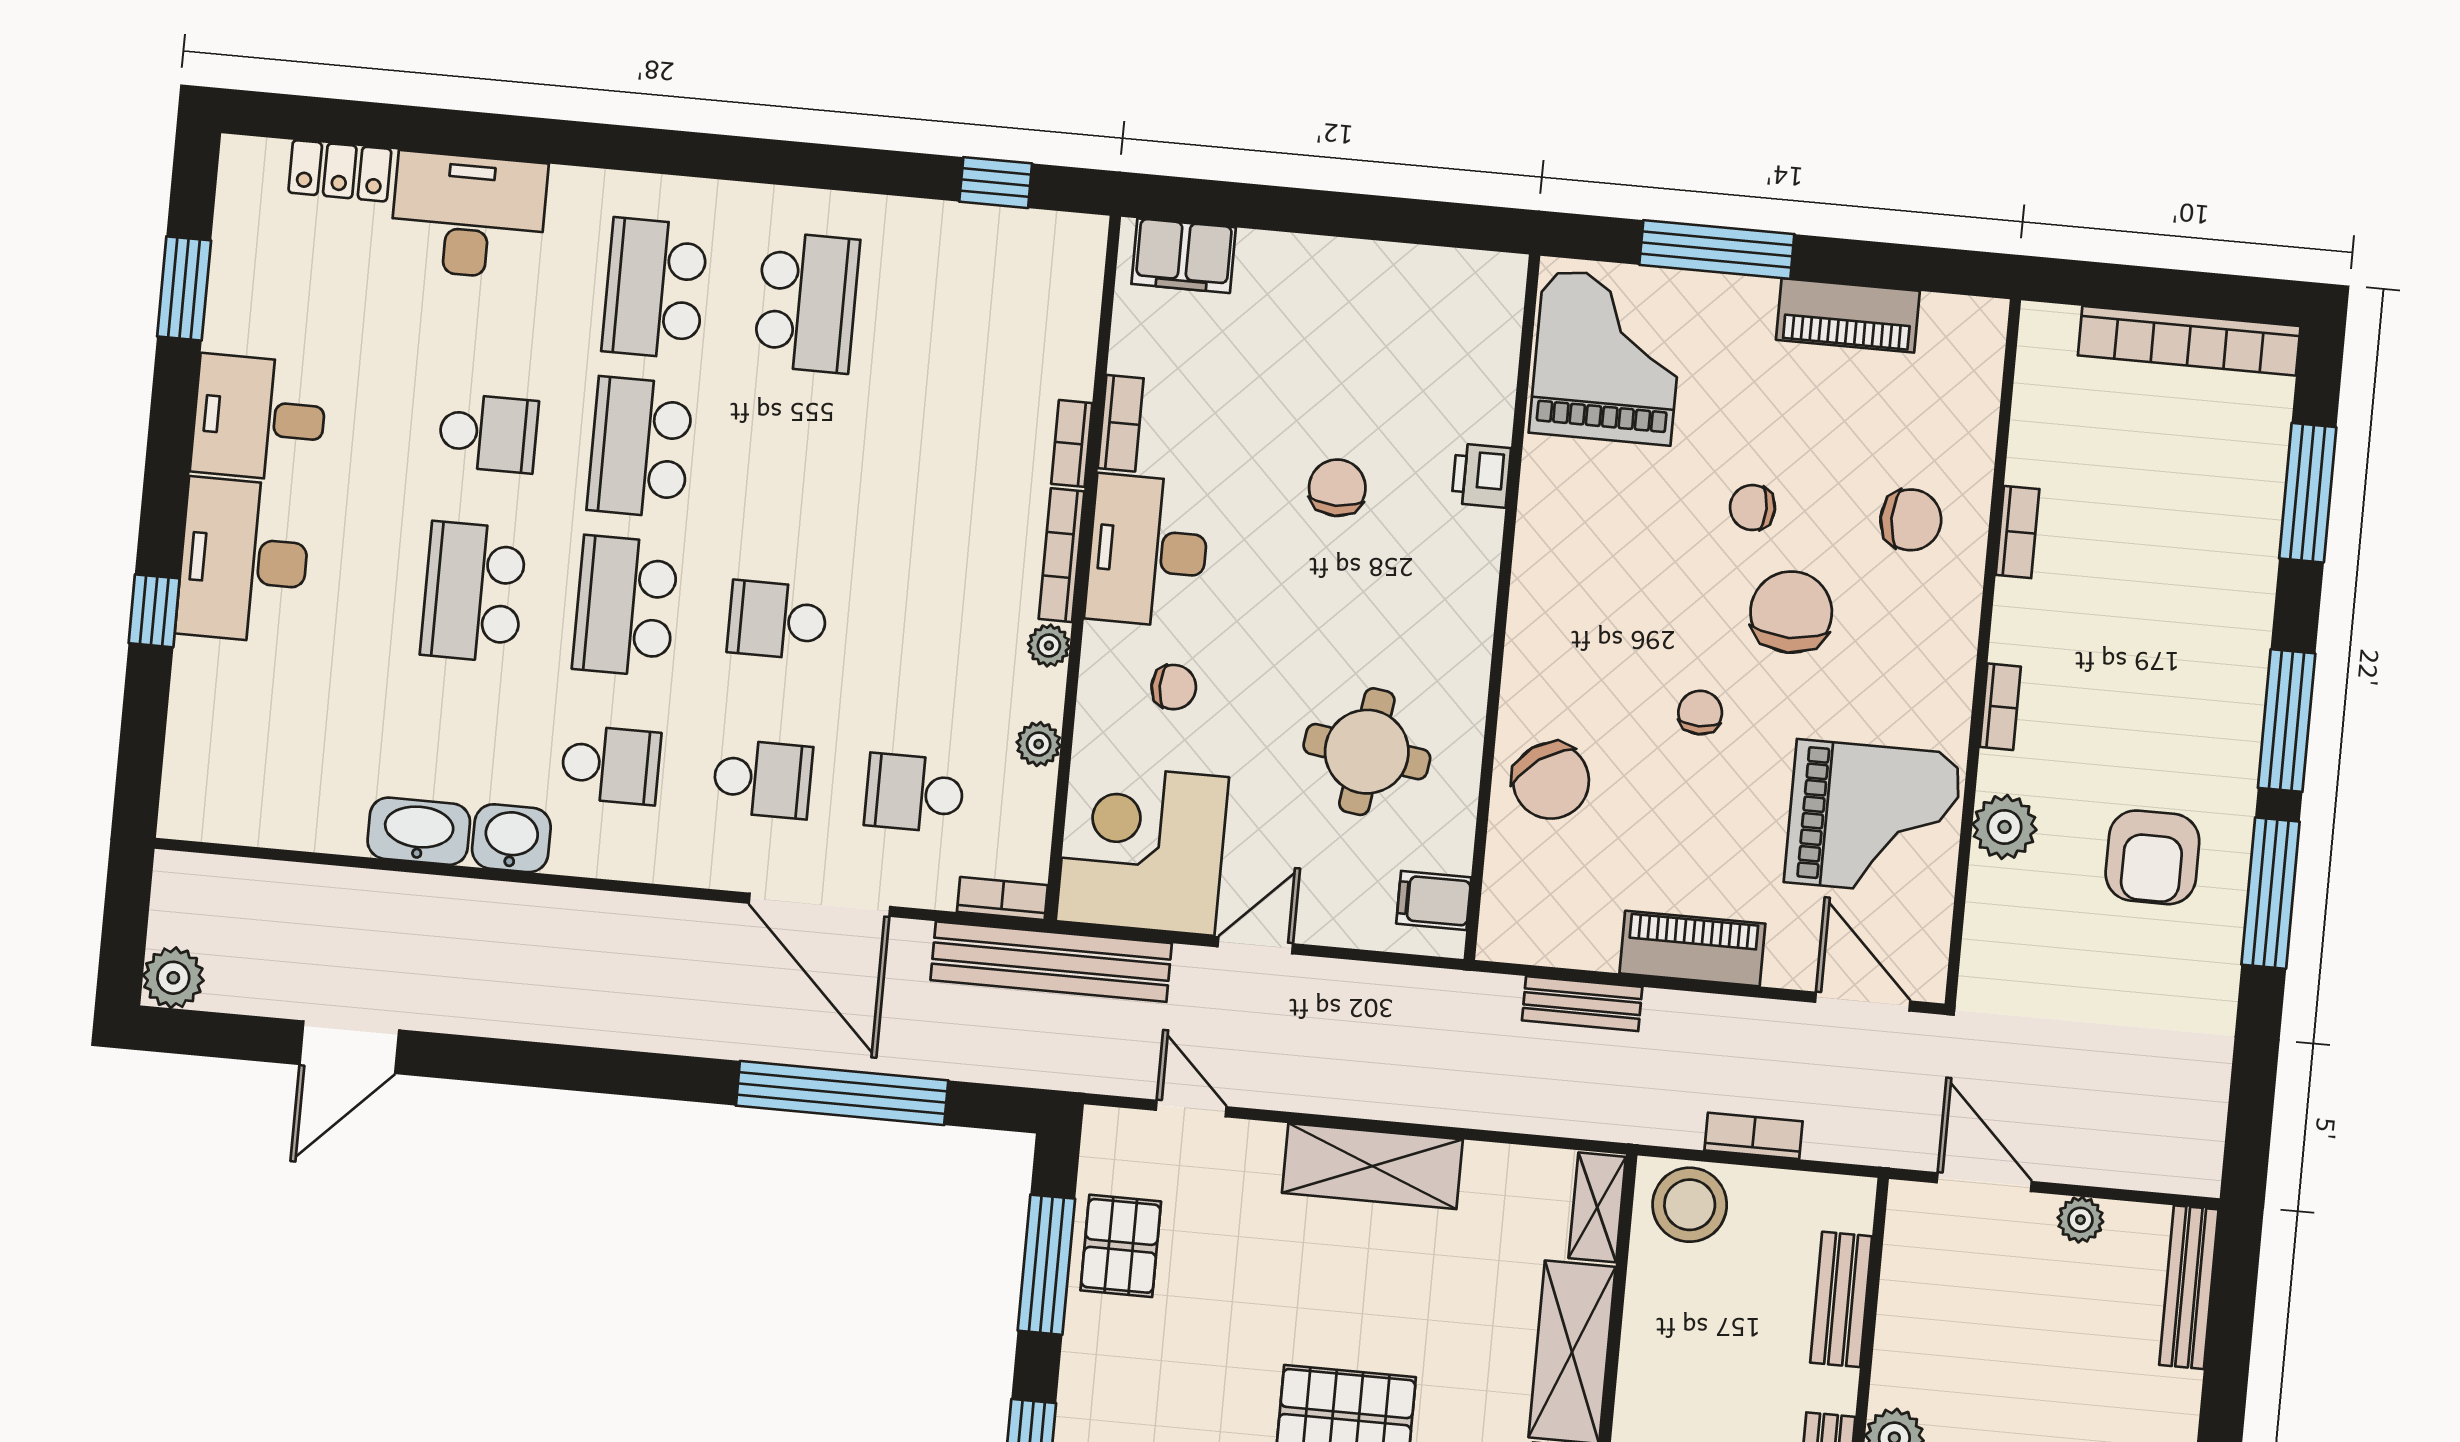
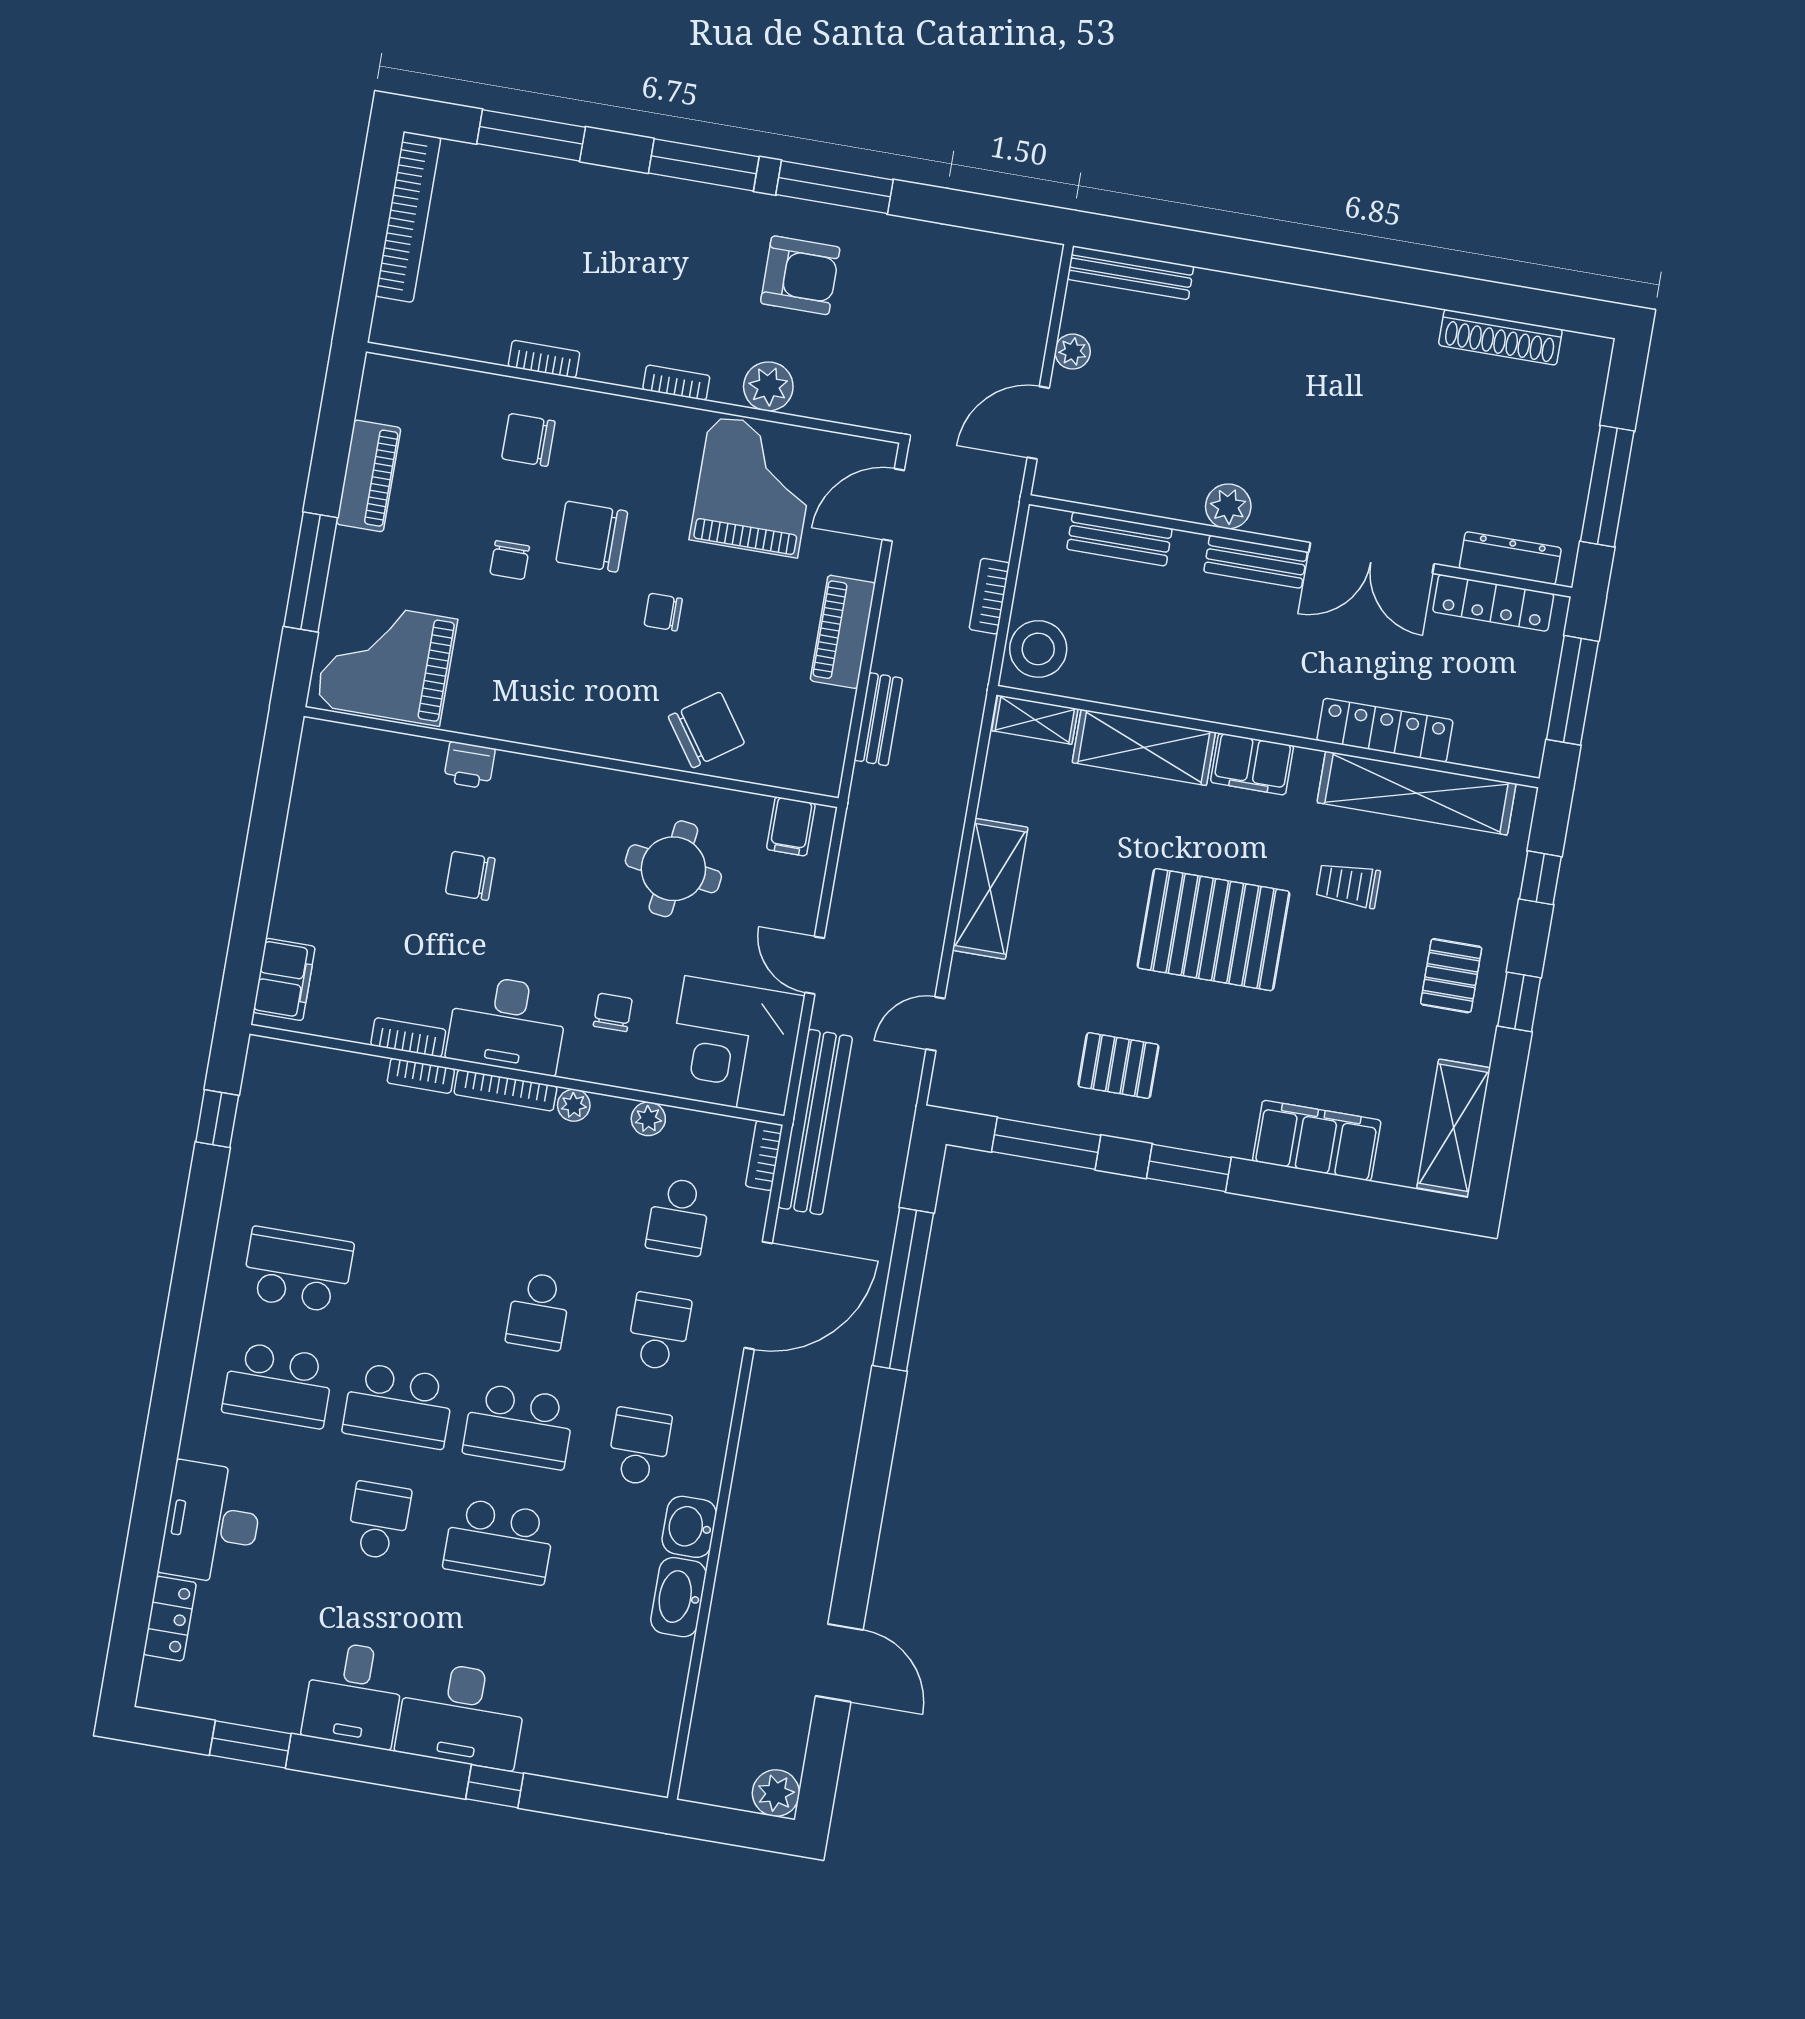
chair: (1911, 520) -> (528, 440), turned -90
pallet: (1121, 1246) -> (1118, 1066), moved

